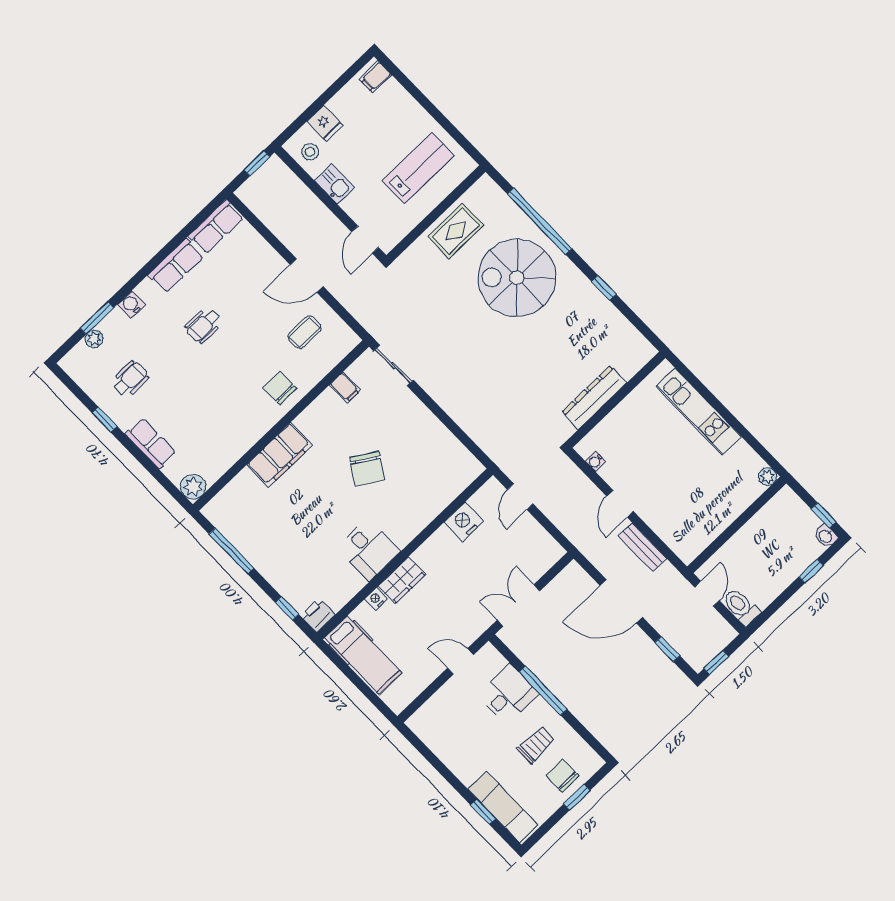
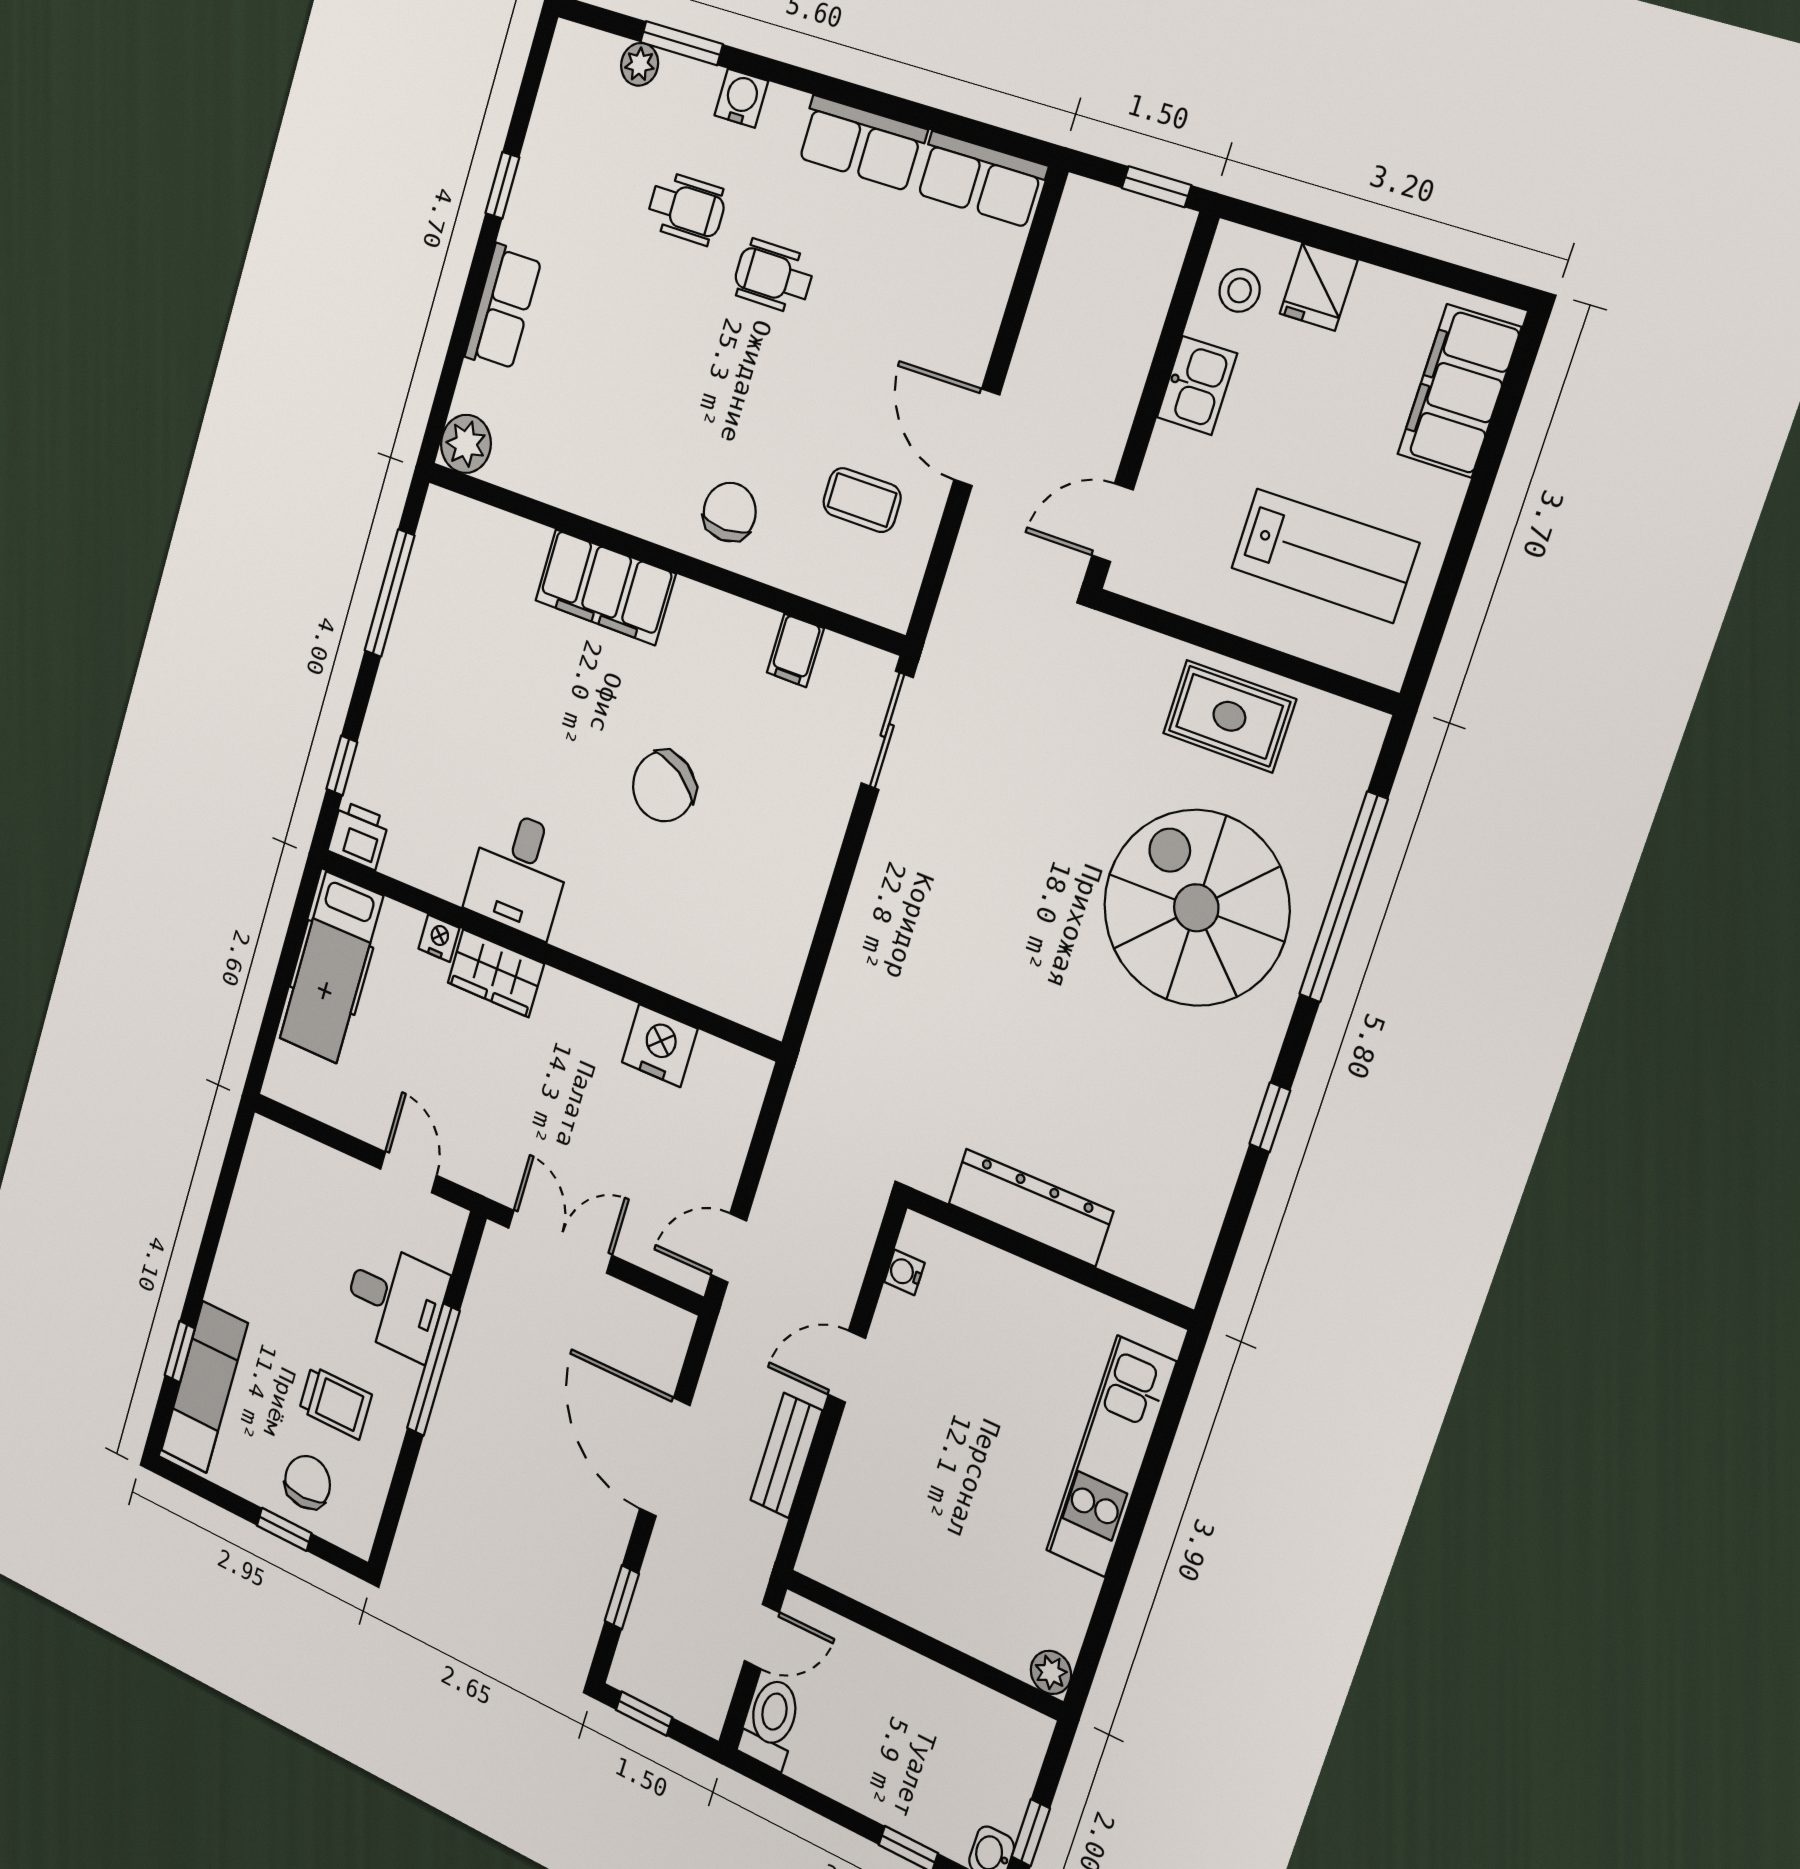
filing cabinet: (376, 77) -> (1459, 391), width x3.00, depth x1.17
wheelchair: (130, 379) -> (686, 208), moved
door: (520, 497) -> (729, 1248), moved

